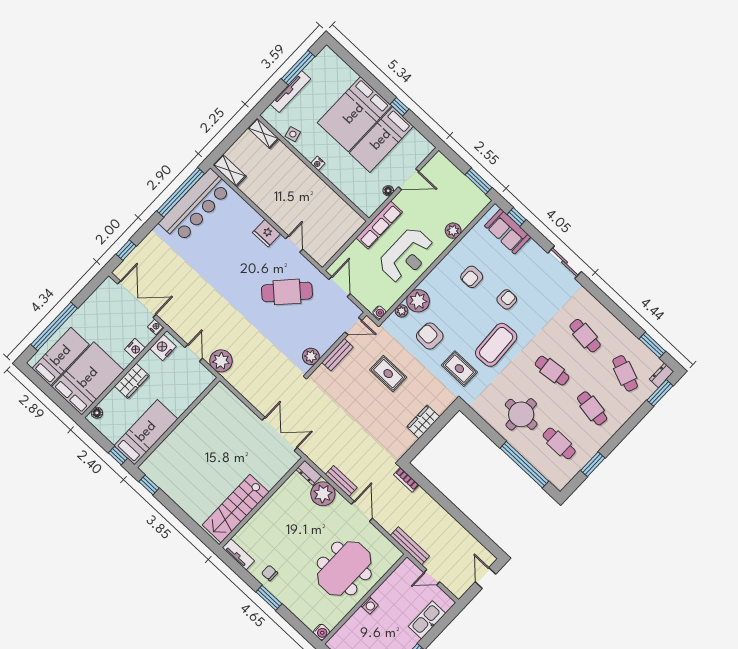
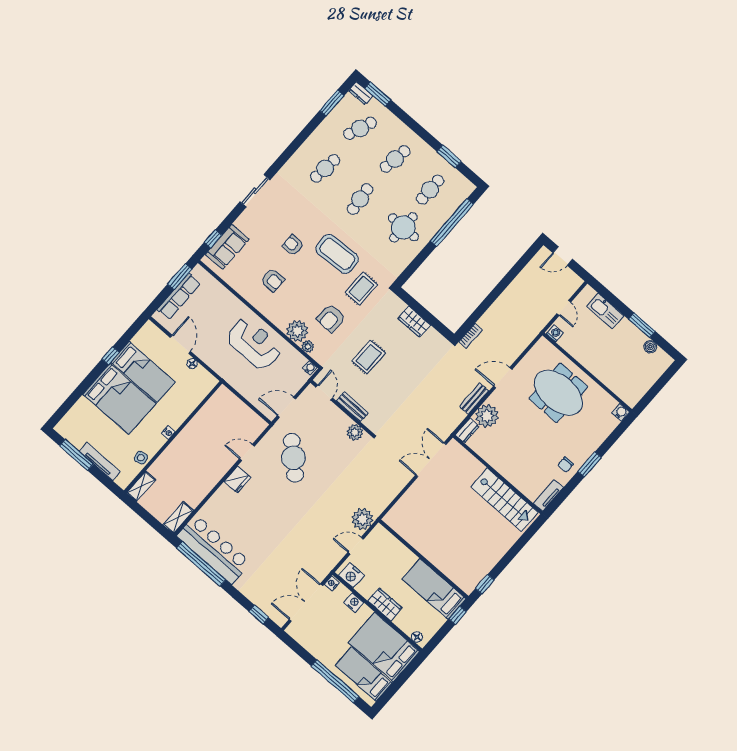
row of seats: (379, 225) -> (179, 296), moved, turned 90
plant: (453, 231) -> (228, 300), removed
bench: (410, 546) -> (534, 330), removed
washing machine: (370, 605) -> (555, 333), moved

